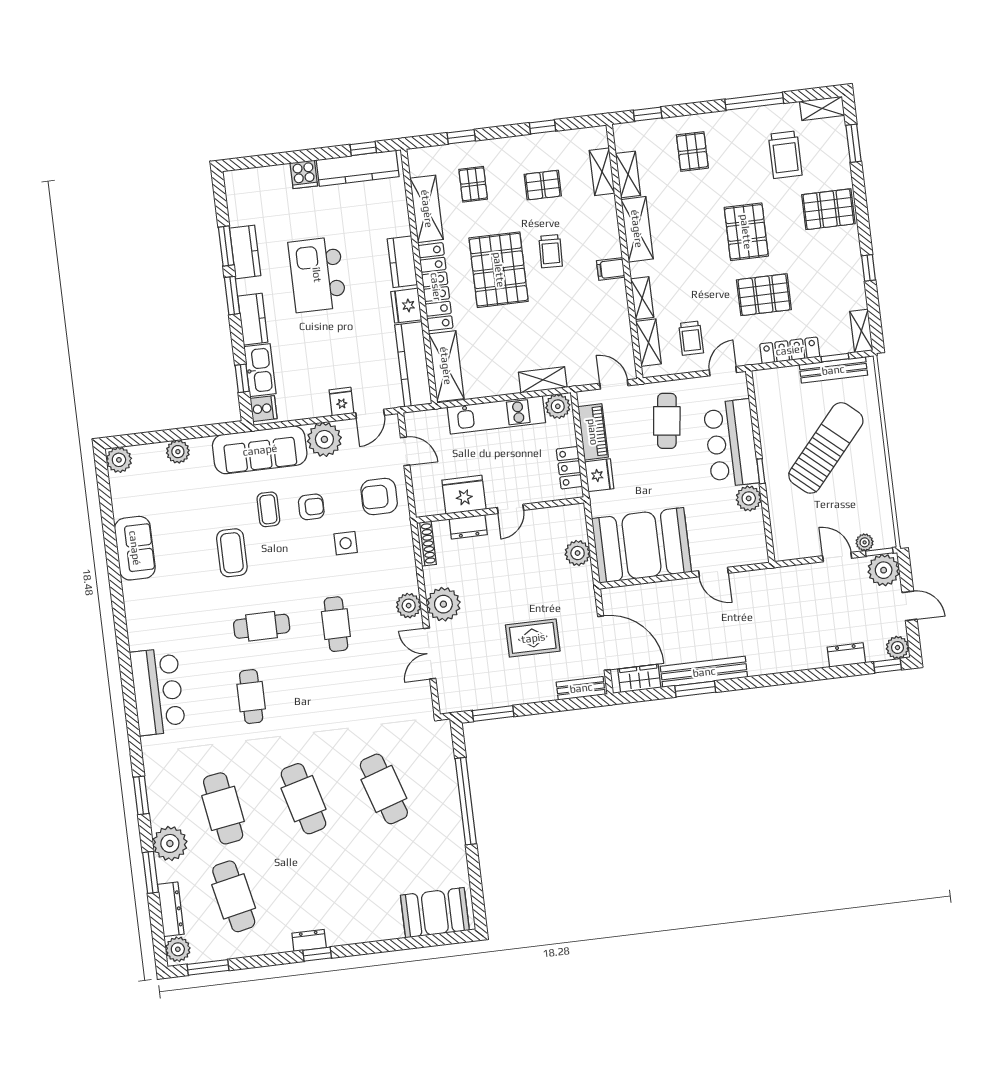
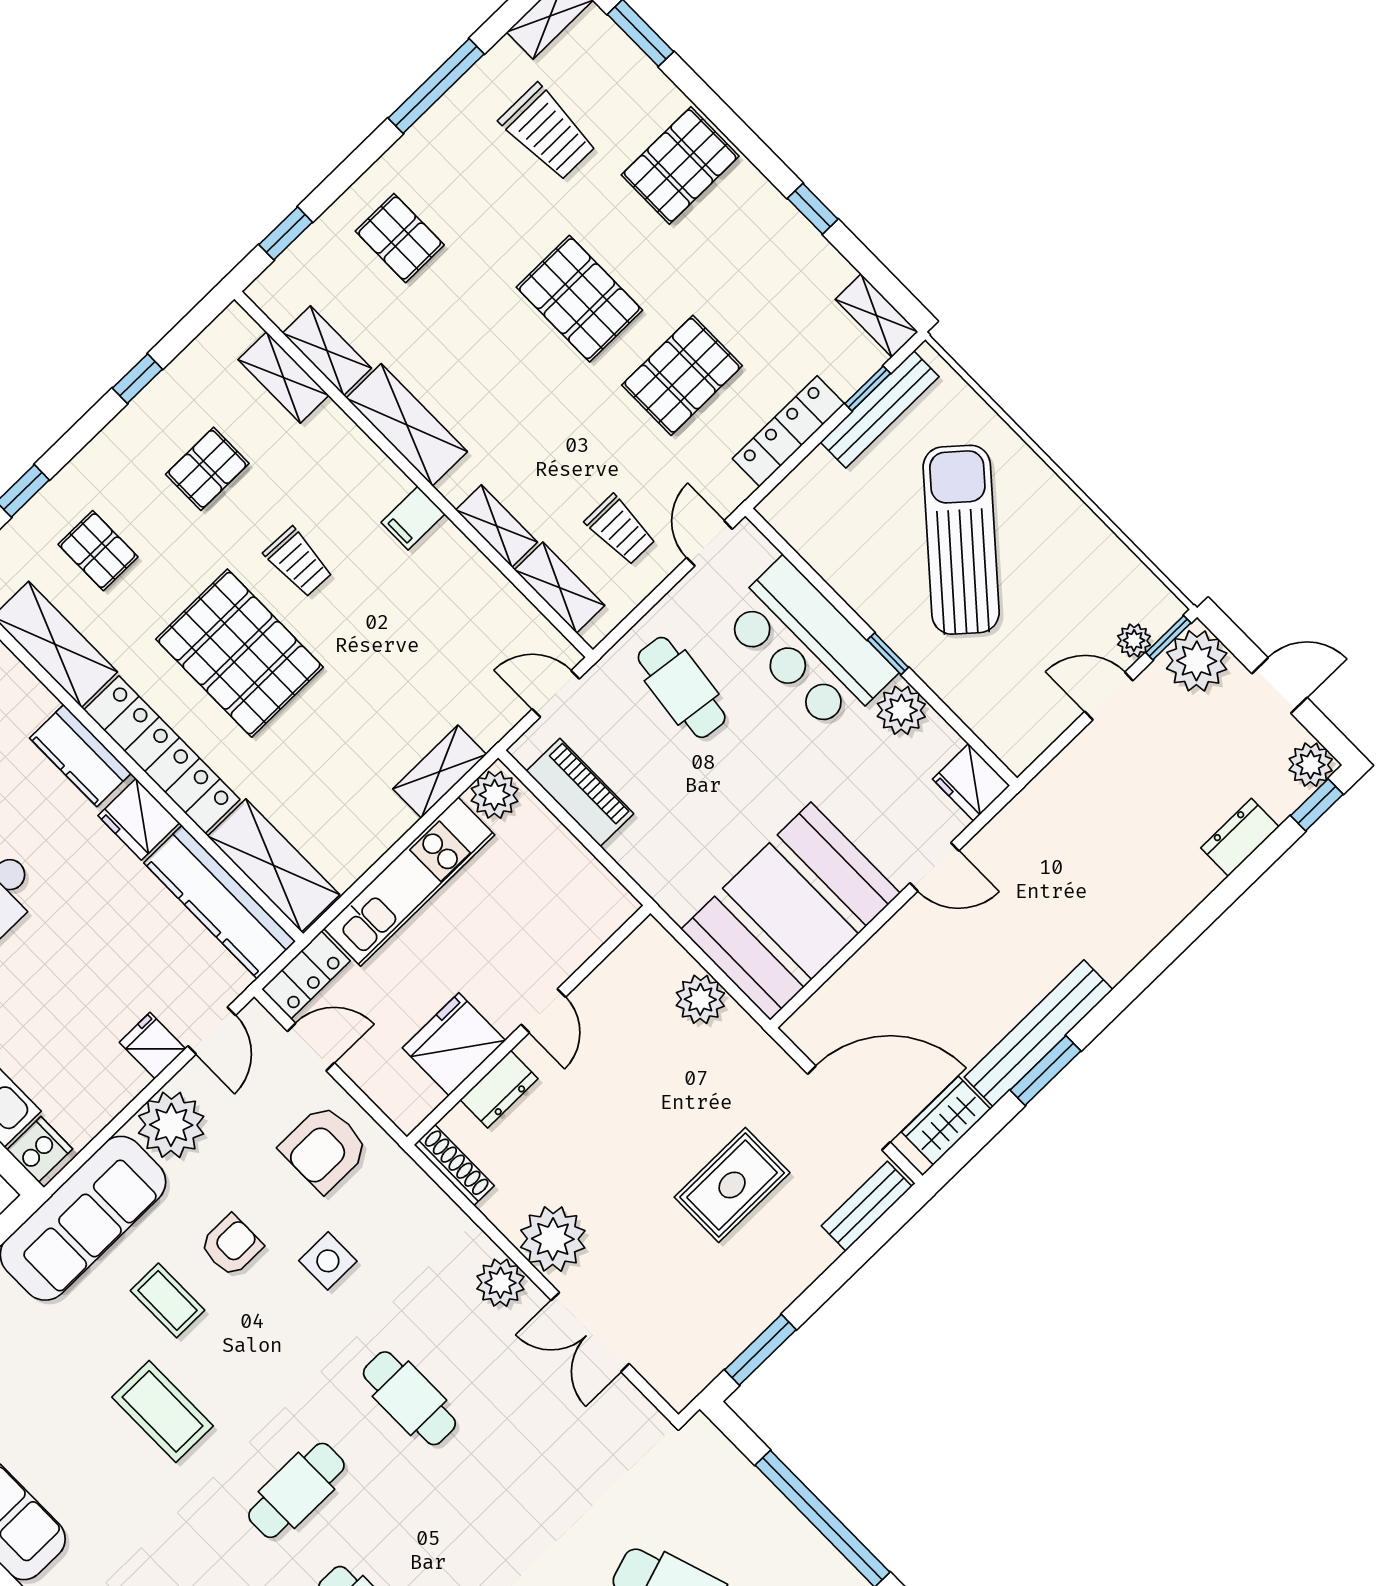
locker: (569, 468) -> (306, 975), moved, turned -90
fridge: (599, 475) -> (971, 782), moved, turned 180

